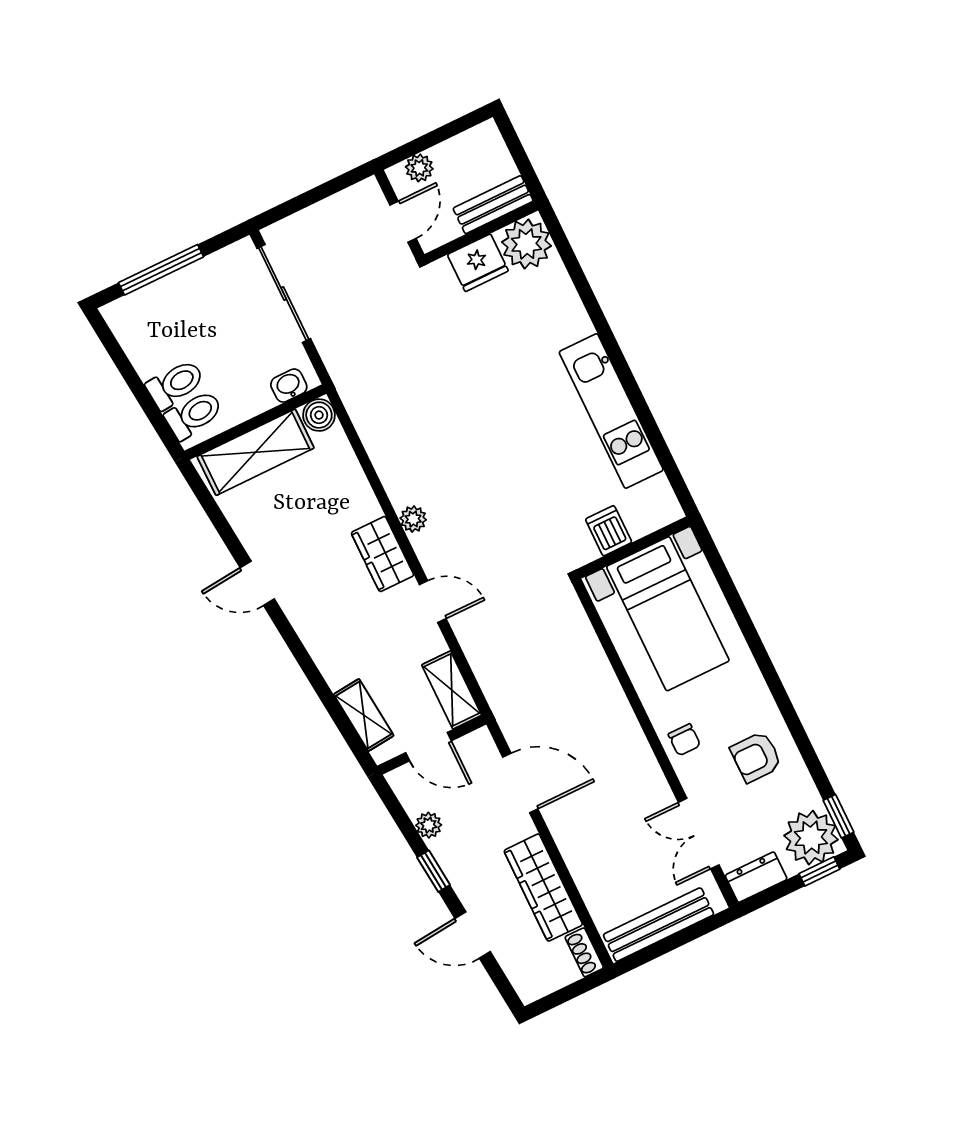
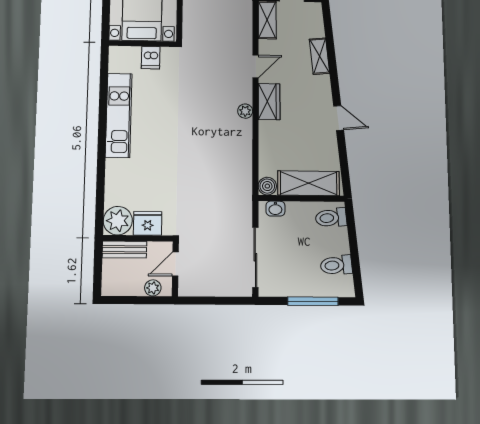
toilet: (175, 384) -> (336, 265), moved
door: (433, 602) -> (255, 66), swing flipped
shelving: (364, 715) -> (319, 56), moved

